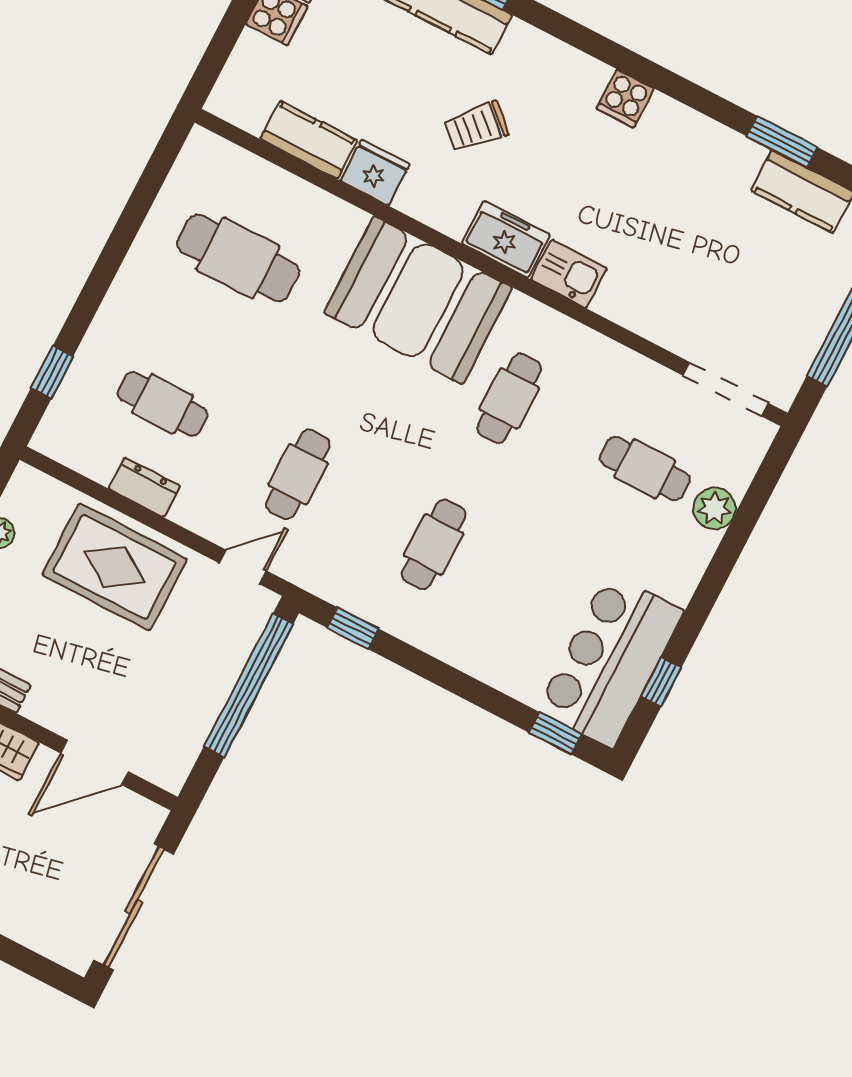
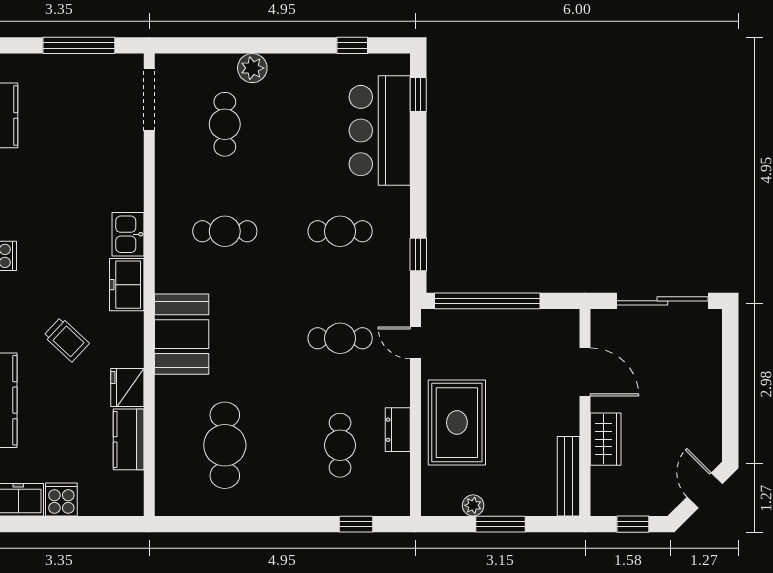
booth: (418, 300) -> (182, 334), width x0.73, depth x0.70
plant: (715, 508) -> (252, 68), moved
bar counter: (610, 661) -> (380, 131), moved, turned 90

